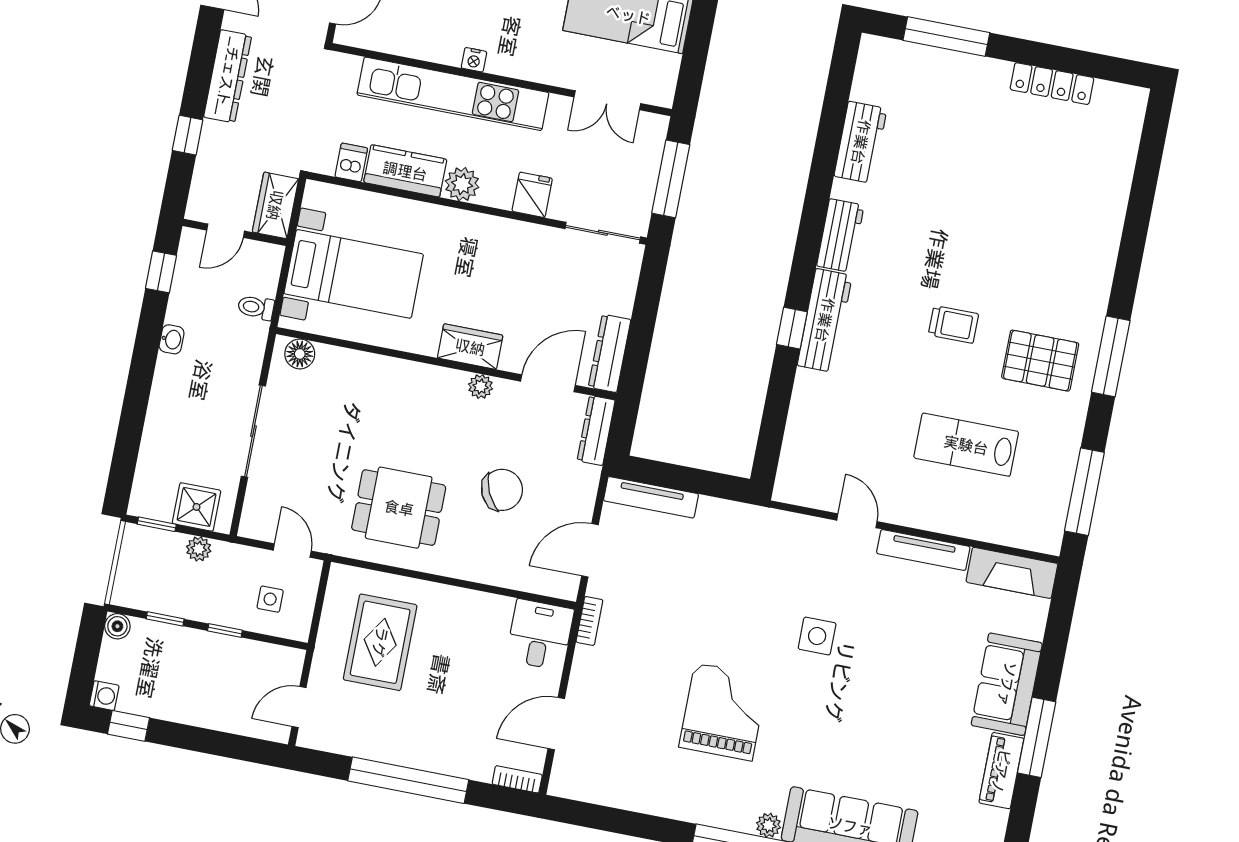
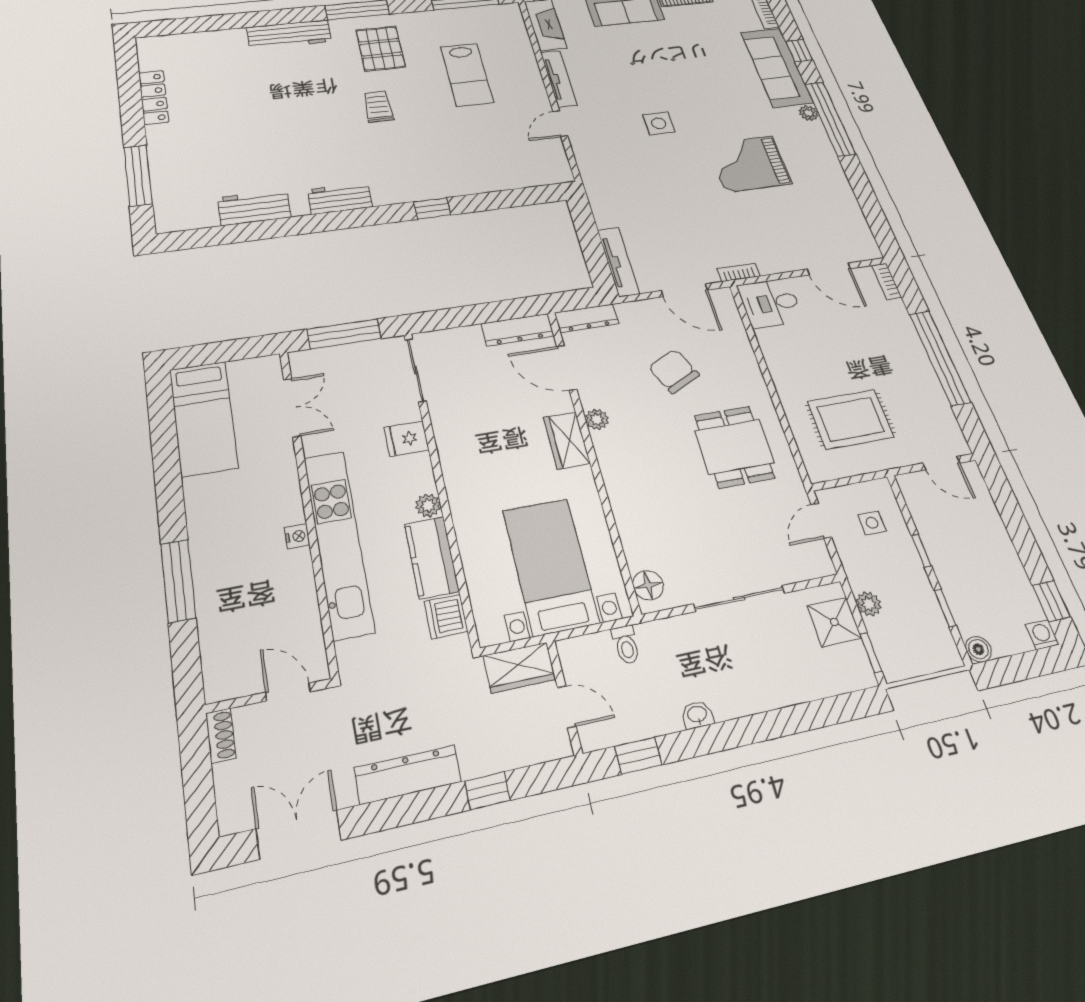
dishwasher: (351, 162) -> (446, 616), width x1.38
plant: (462, 184) -> (428, 505), width x0.73, depth x0.73
workbench: (825, 320) -> (289, 34), moved, turned 180

